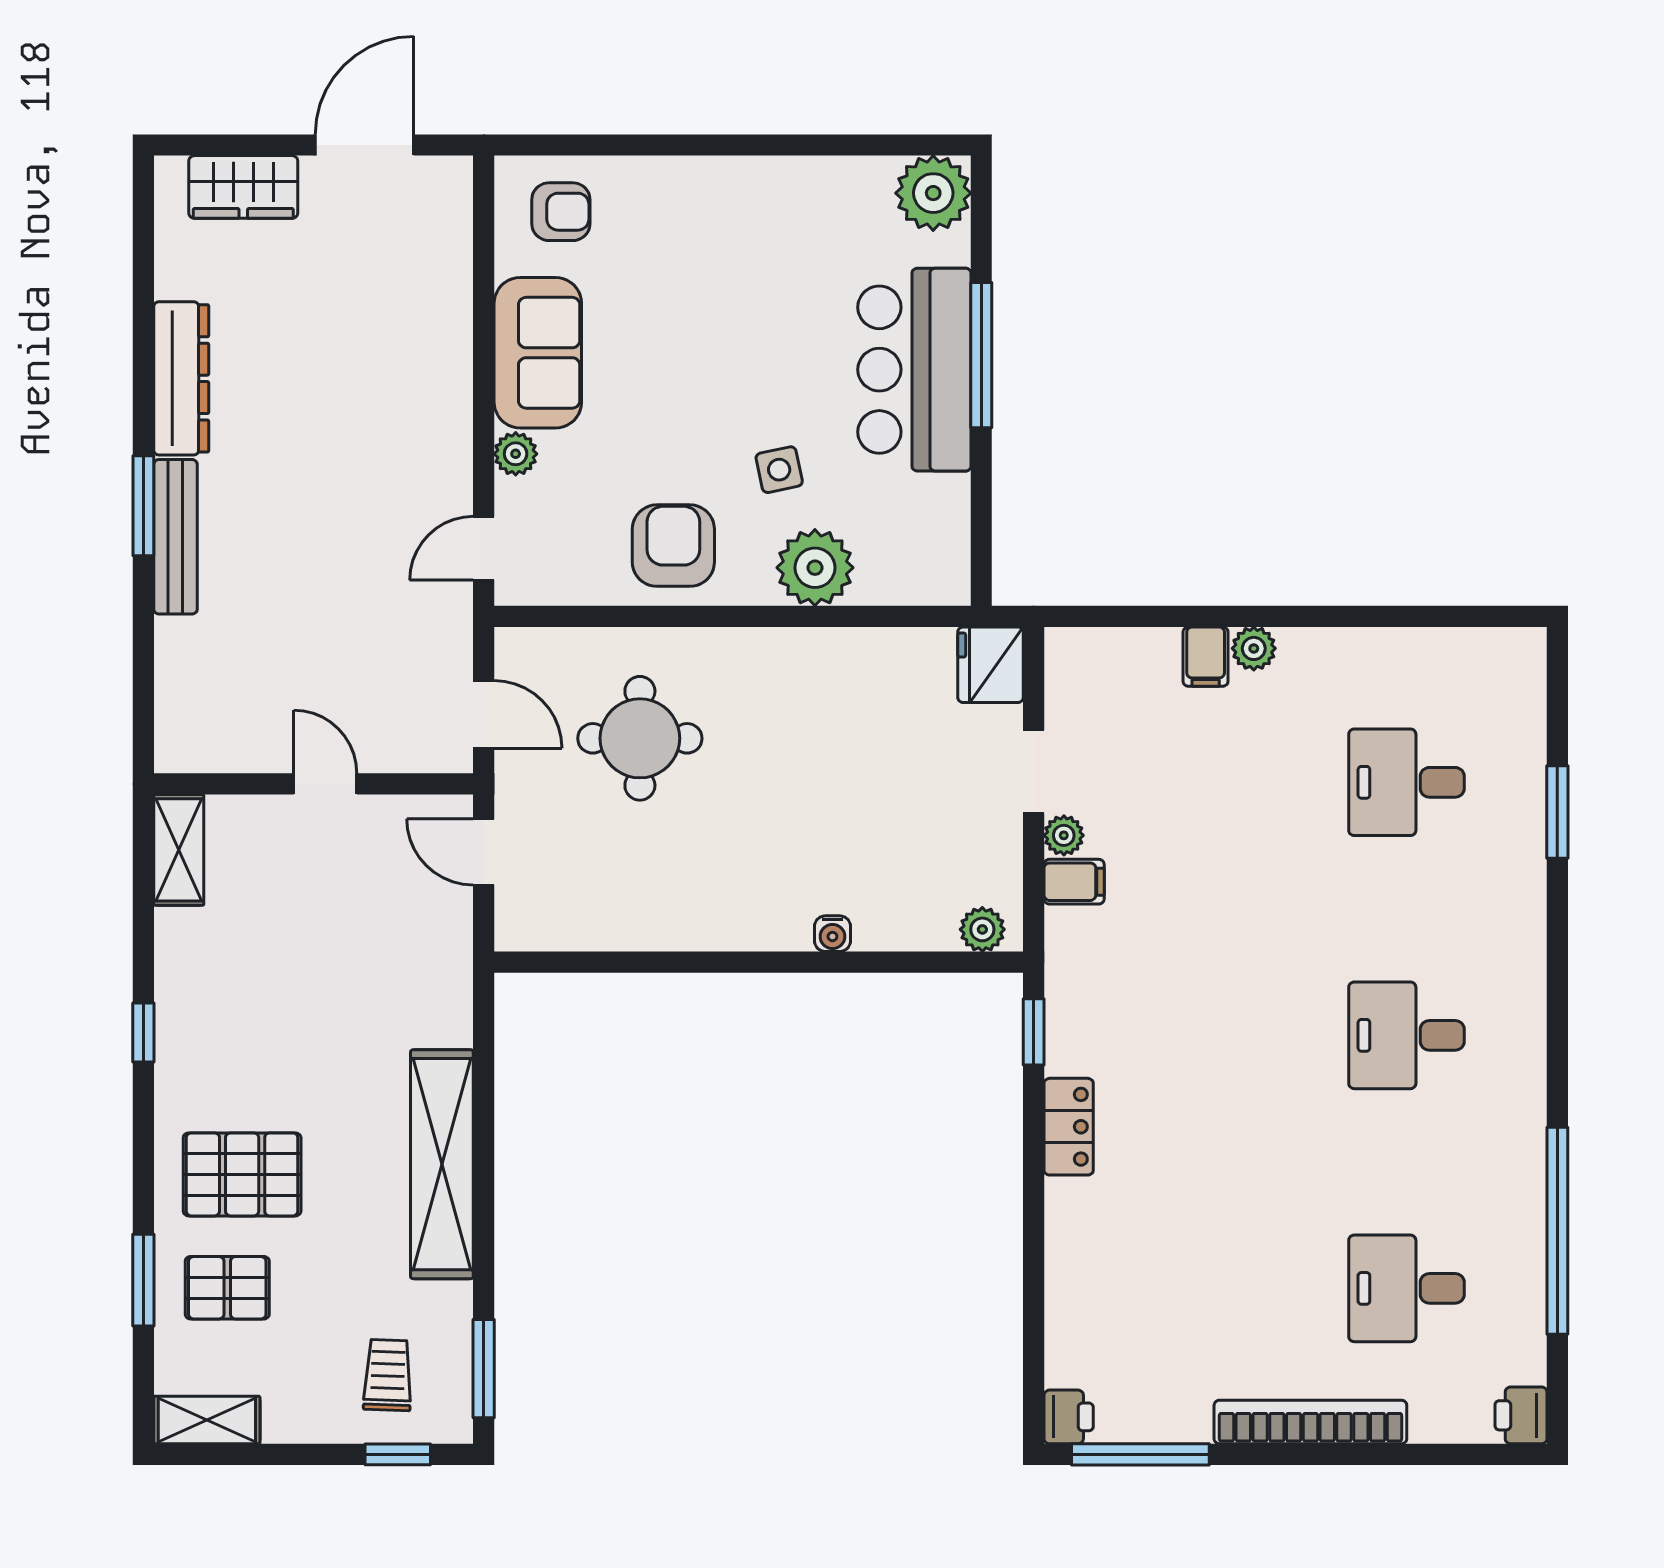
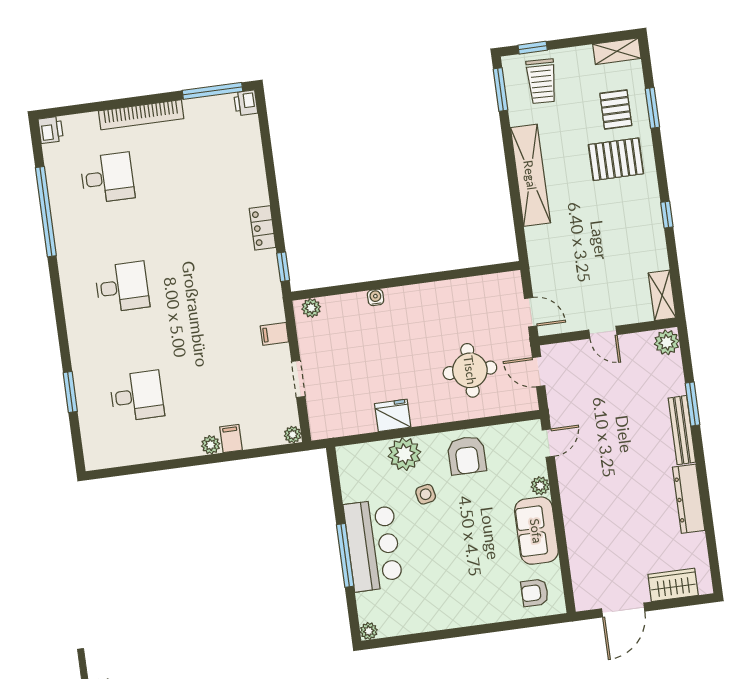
plant: (933, 193) -> (369, 631), width x0.53, depth x0.53
window: (143, 506) -> (692, 404), moved
fridge: (991, 665) -> (393, 415), moved, turned -90
plant: (183, 741) -> (667, 342), added
plant: (1064, 835) -> (293, 435), moved
pallet: (227, 1288) -> (616, 109), turned 90
trolley: (388, 1375) -> (541, 81), width x1.36, depth x1.39

